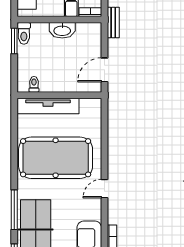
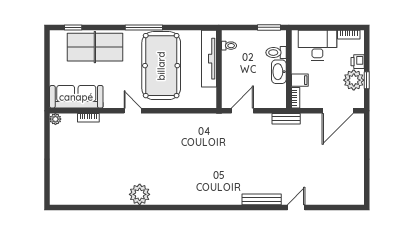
toilet: (24, 33) -> (276, 53), moved
door: (104, 70) -> (242, 111), hinge flipped
window: (14, 210) -> (144, 27), moved

